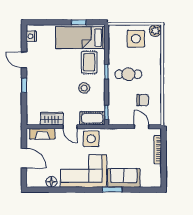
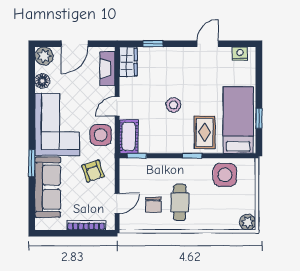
side table: (136, 39) -> (225, 175), moved
rug: (89, 62) -> (205, 132), turned 90
cafe table: (128, 74) -> (180, 202), moved
window: (24, 85) -> (153, 44), moved
stool: (84, 88) -> (173, 105), moved
wardrobe: (52, 119) -> (128, 62), moved
armchair: (118, 144) -> (93, 171), added
sofa: (124, 178) -> (48, 187), width x1.36
plant: (33, 181) -> (44, 56), added

